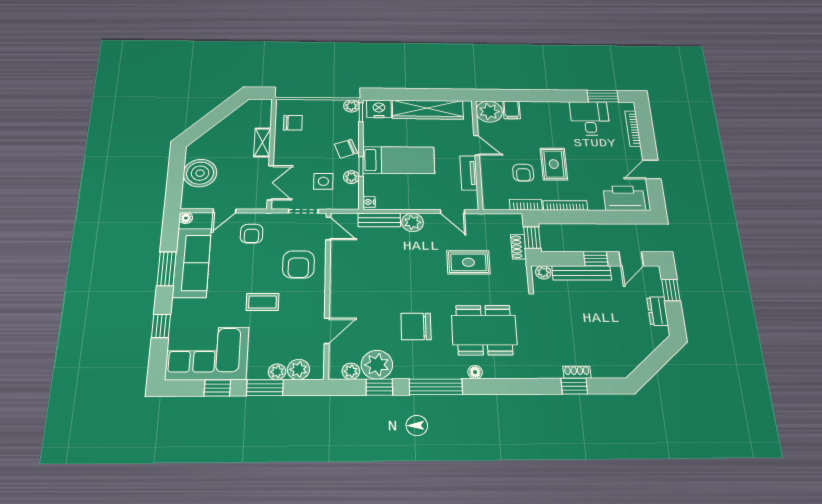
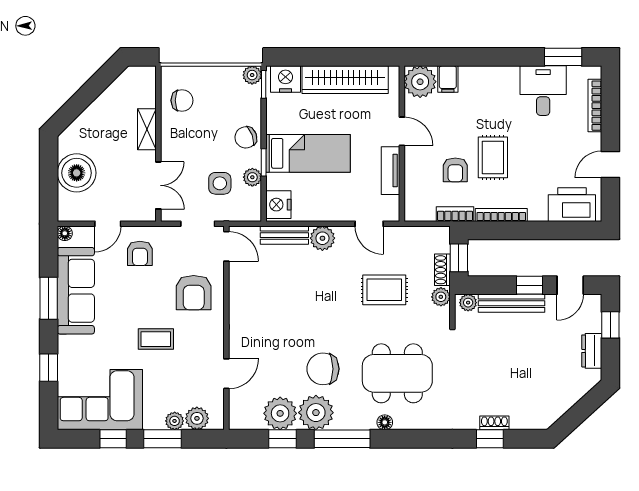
nightstand: (369, 202) -> (278, 205), width x1.89, depth x1.79
plant: (519, 268) -> (441, 297), added
plant: (351, 371) -> (316, 413), moved, width x1.87, depth x1.87

